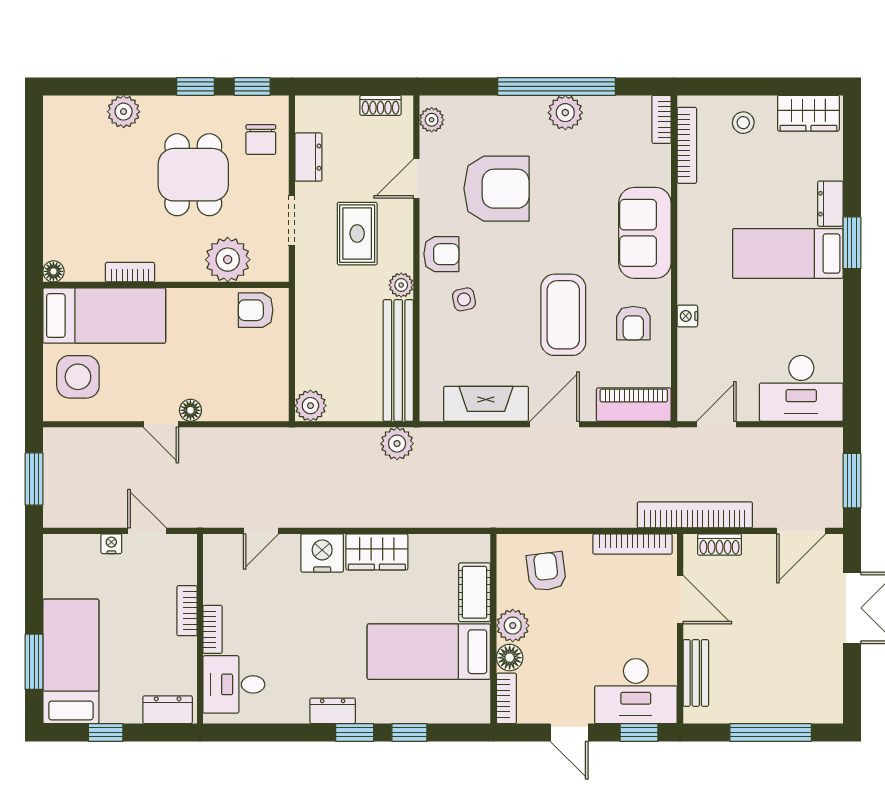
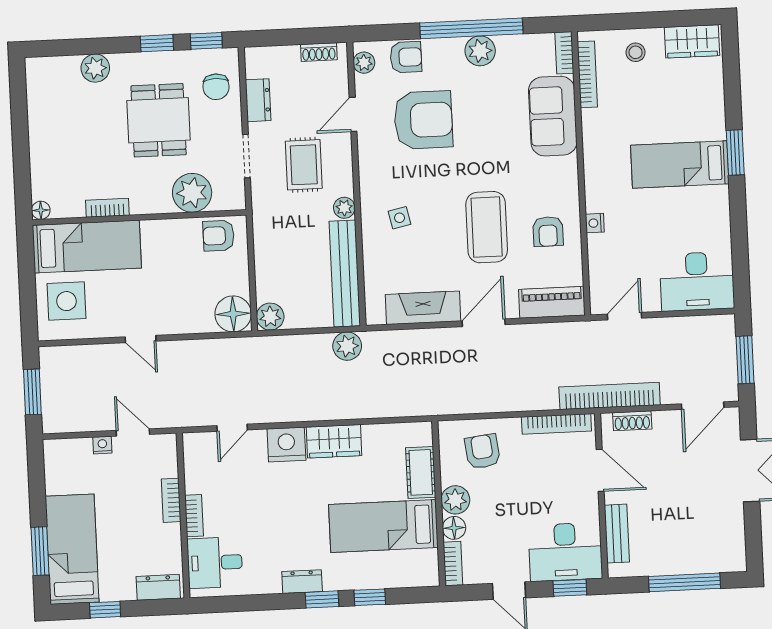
dresser: (830, 204) -> (715, 119), removed
sofa: (645, 233) -> (553, 116), moved
armchair: (441, 254) -> (406, 57), moved
floor lamp: (190, 410) -> (233, 314), moved, width x1.89, depth x1.89

